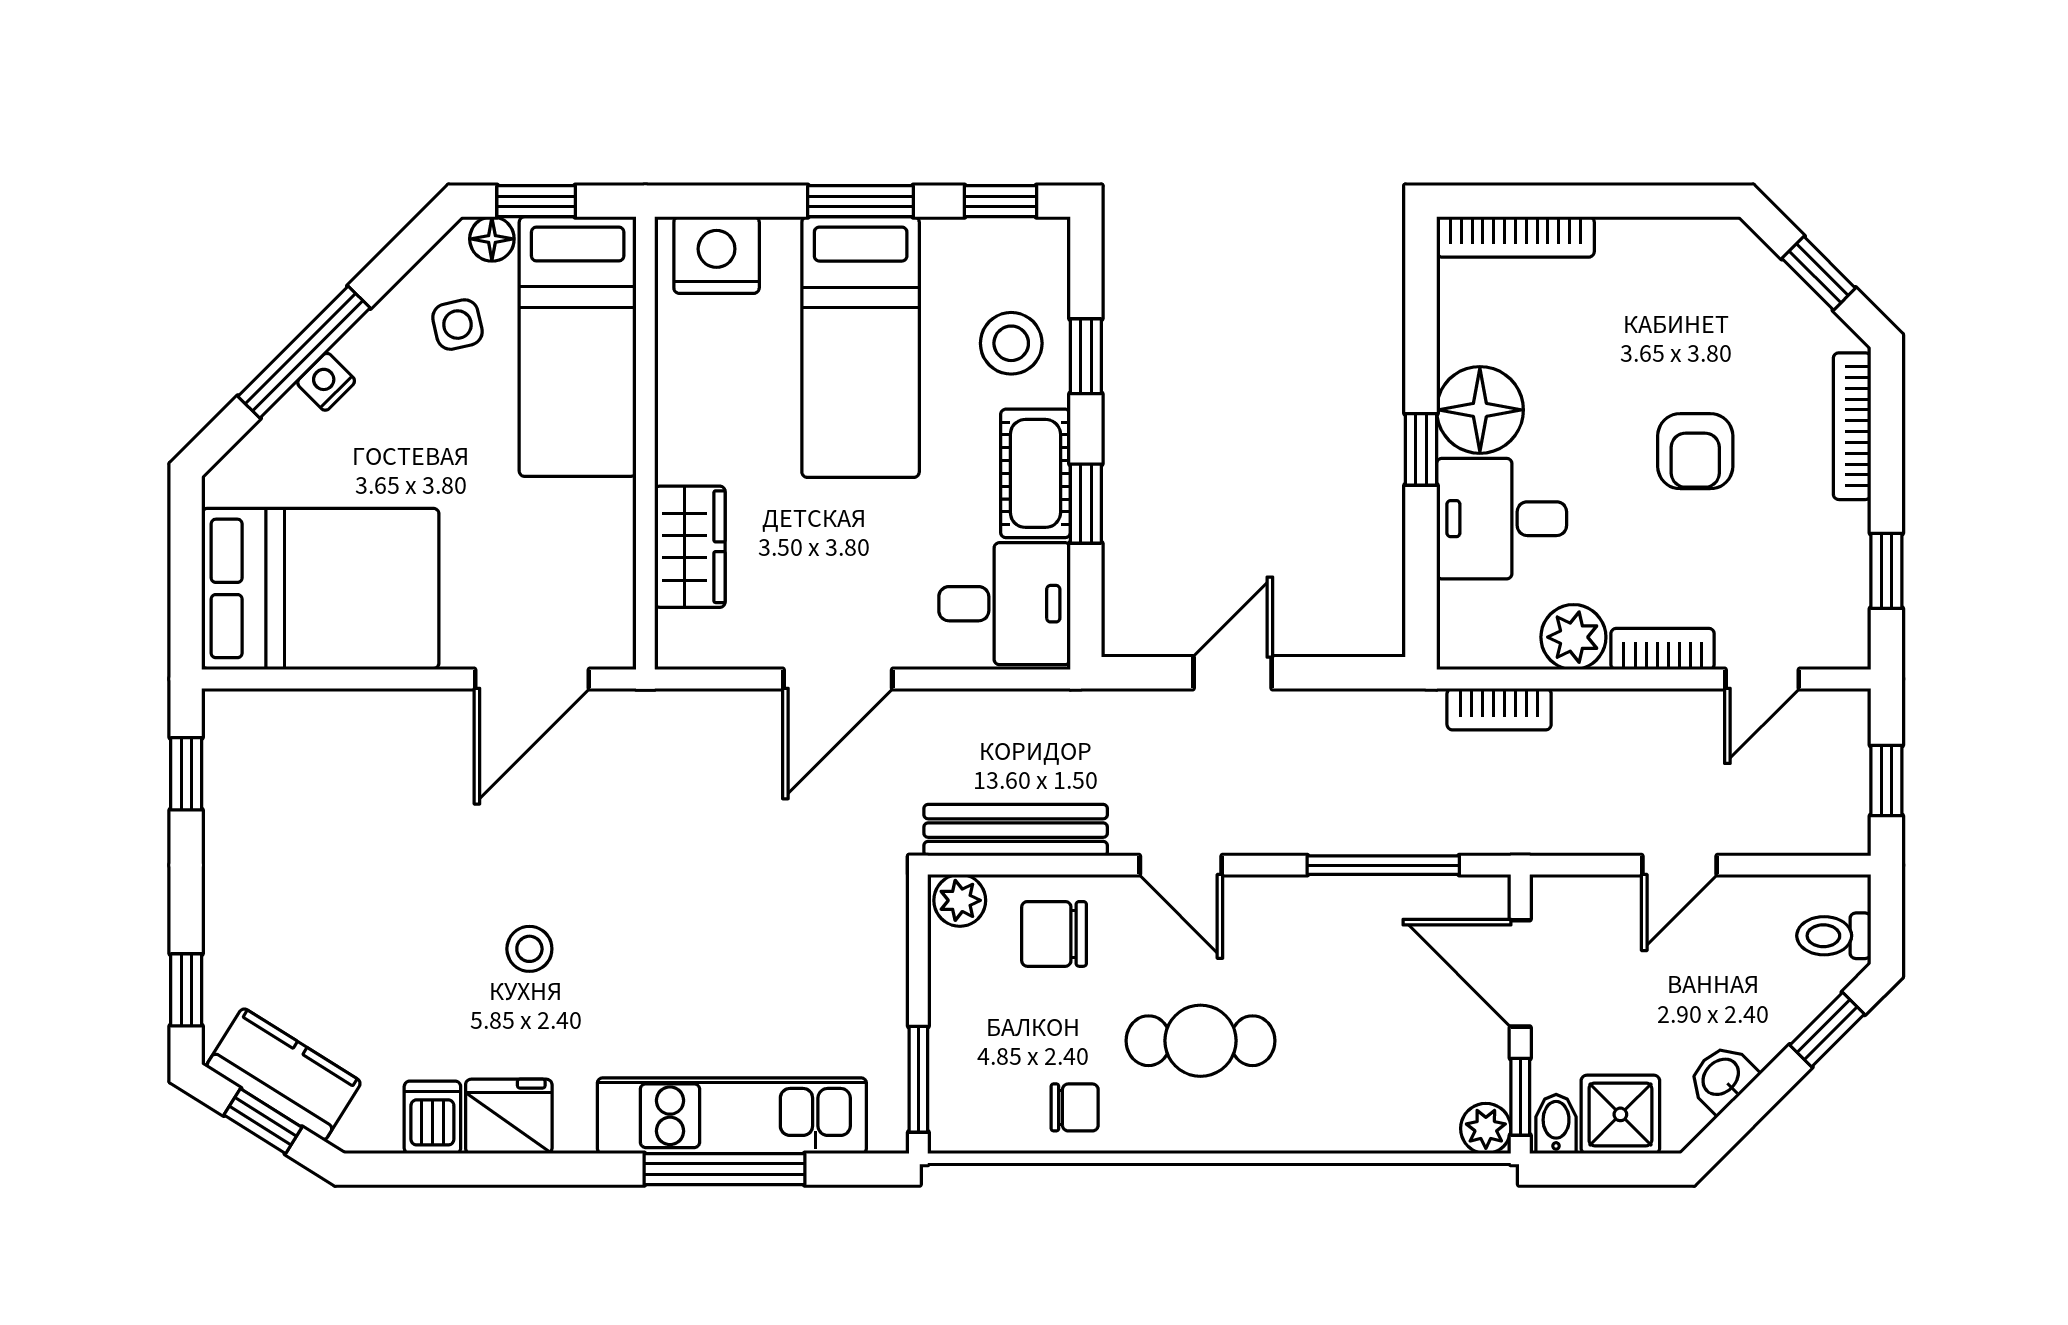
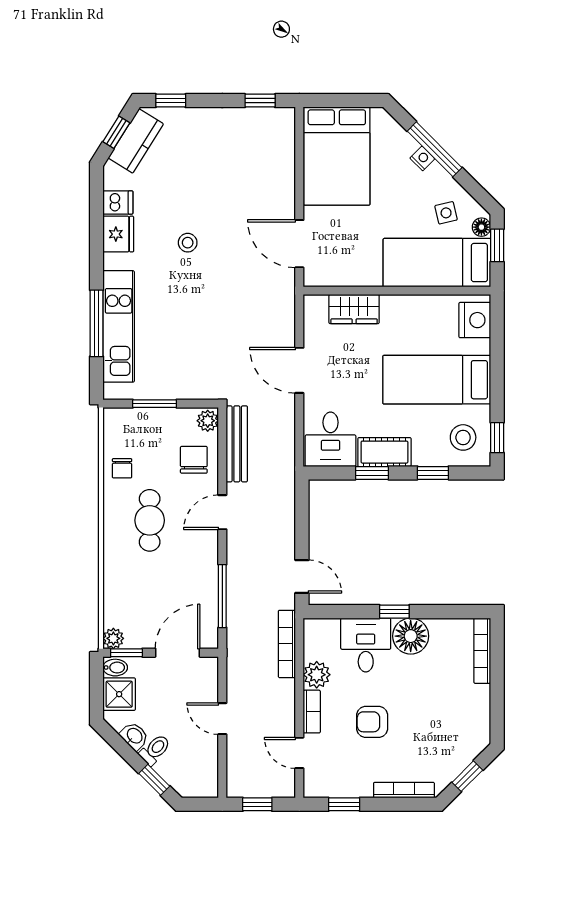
window: (860, 201) -> (497, 380), removed
stool: (1011, 343) -> (463, 437), moved
armchair: (1695, 451) -> (372, 722), moved
door: (1233, 673) -> (302, 577), moved
bookcase: (1499, 709) -> (287, 644), width x1.56
toilet: (1834, 936) -> (155, 750), moved, turned 45
window: (918, 1079) -> (155, 404), moved

